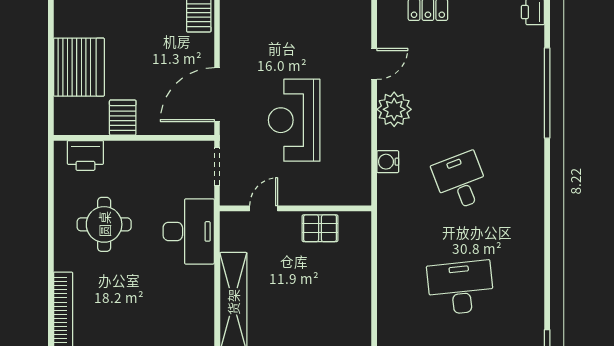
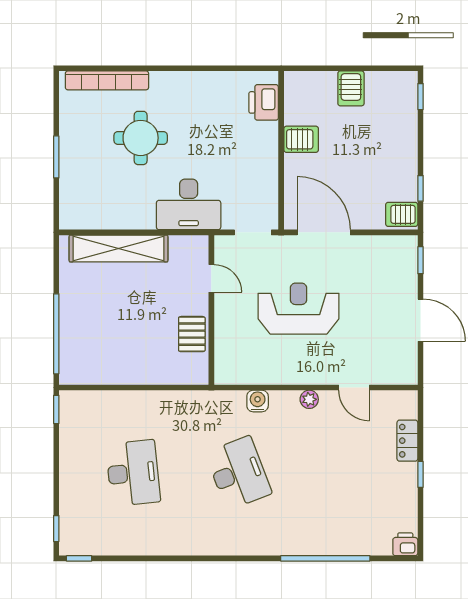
server rack: (79, 67) -> (351, 88), width x0.46, depth x0.70
plant: (394, 109) -> (309, 399), width x0.53, depth x0.53
desk: (461, 181) -> (238, 473), width x1.37
round table: (104, 224) -> (141, 138), moved

